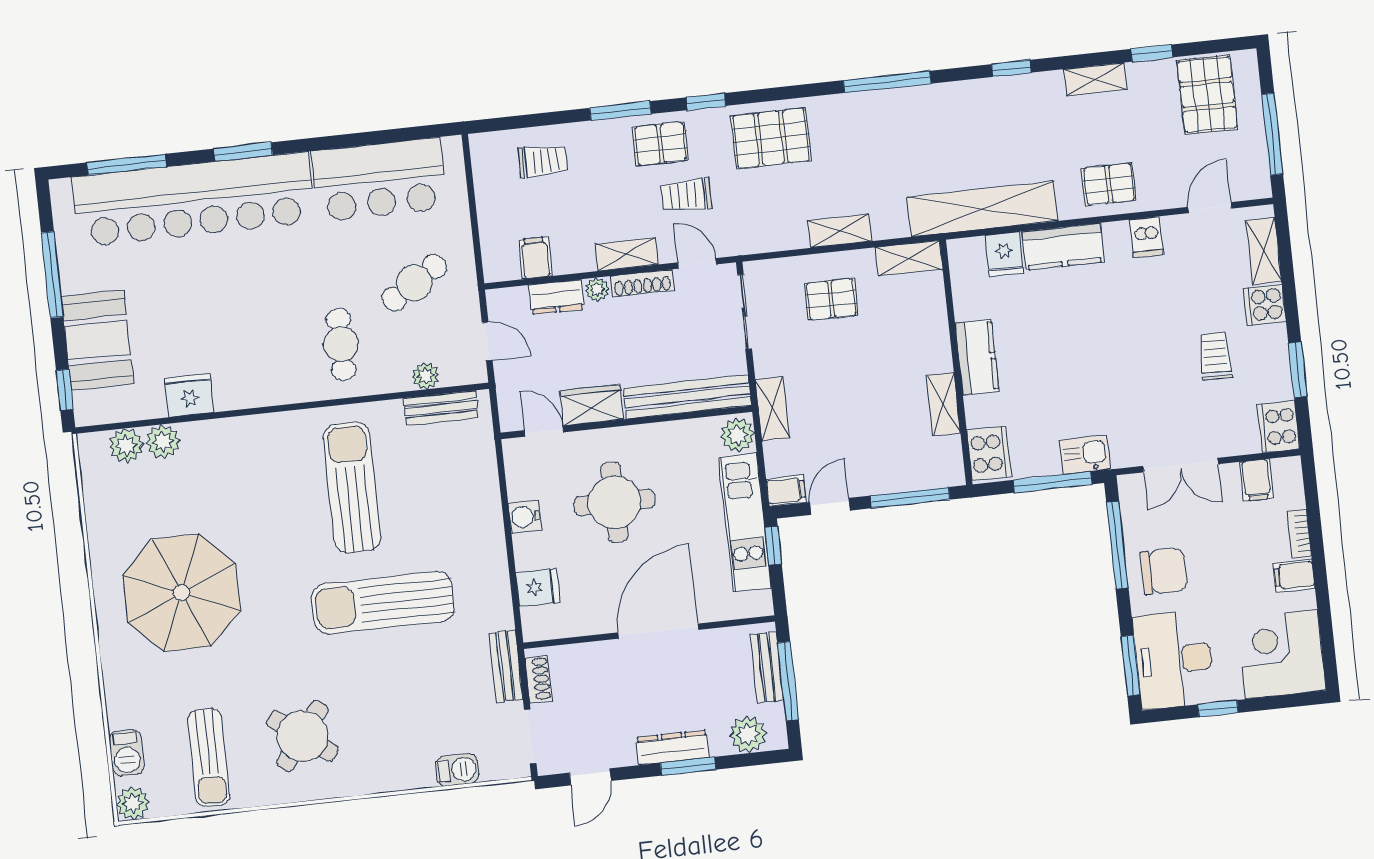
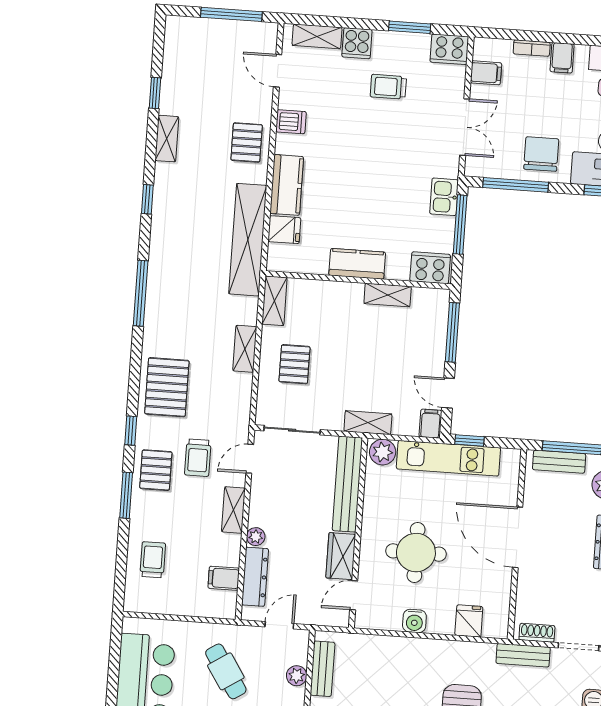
pallet: (1207, 95) -> (193, 57), removed
shoe rack: (642, 283) -> (257, 502), removed
dresser: (556, 297) -> (255, 577), width x1.44

